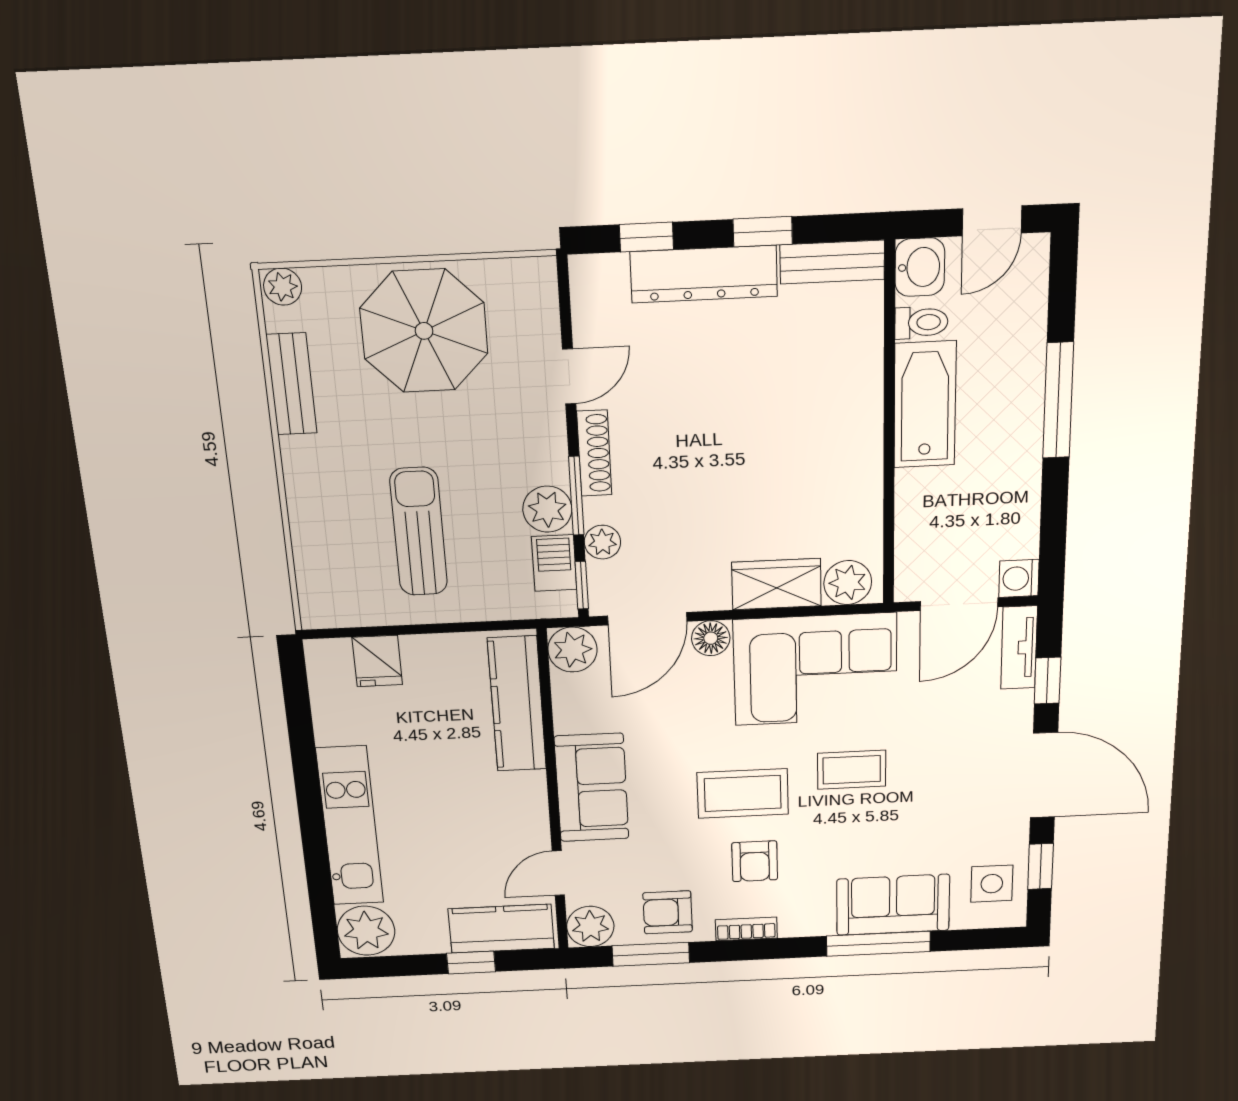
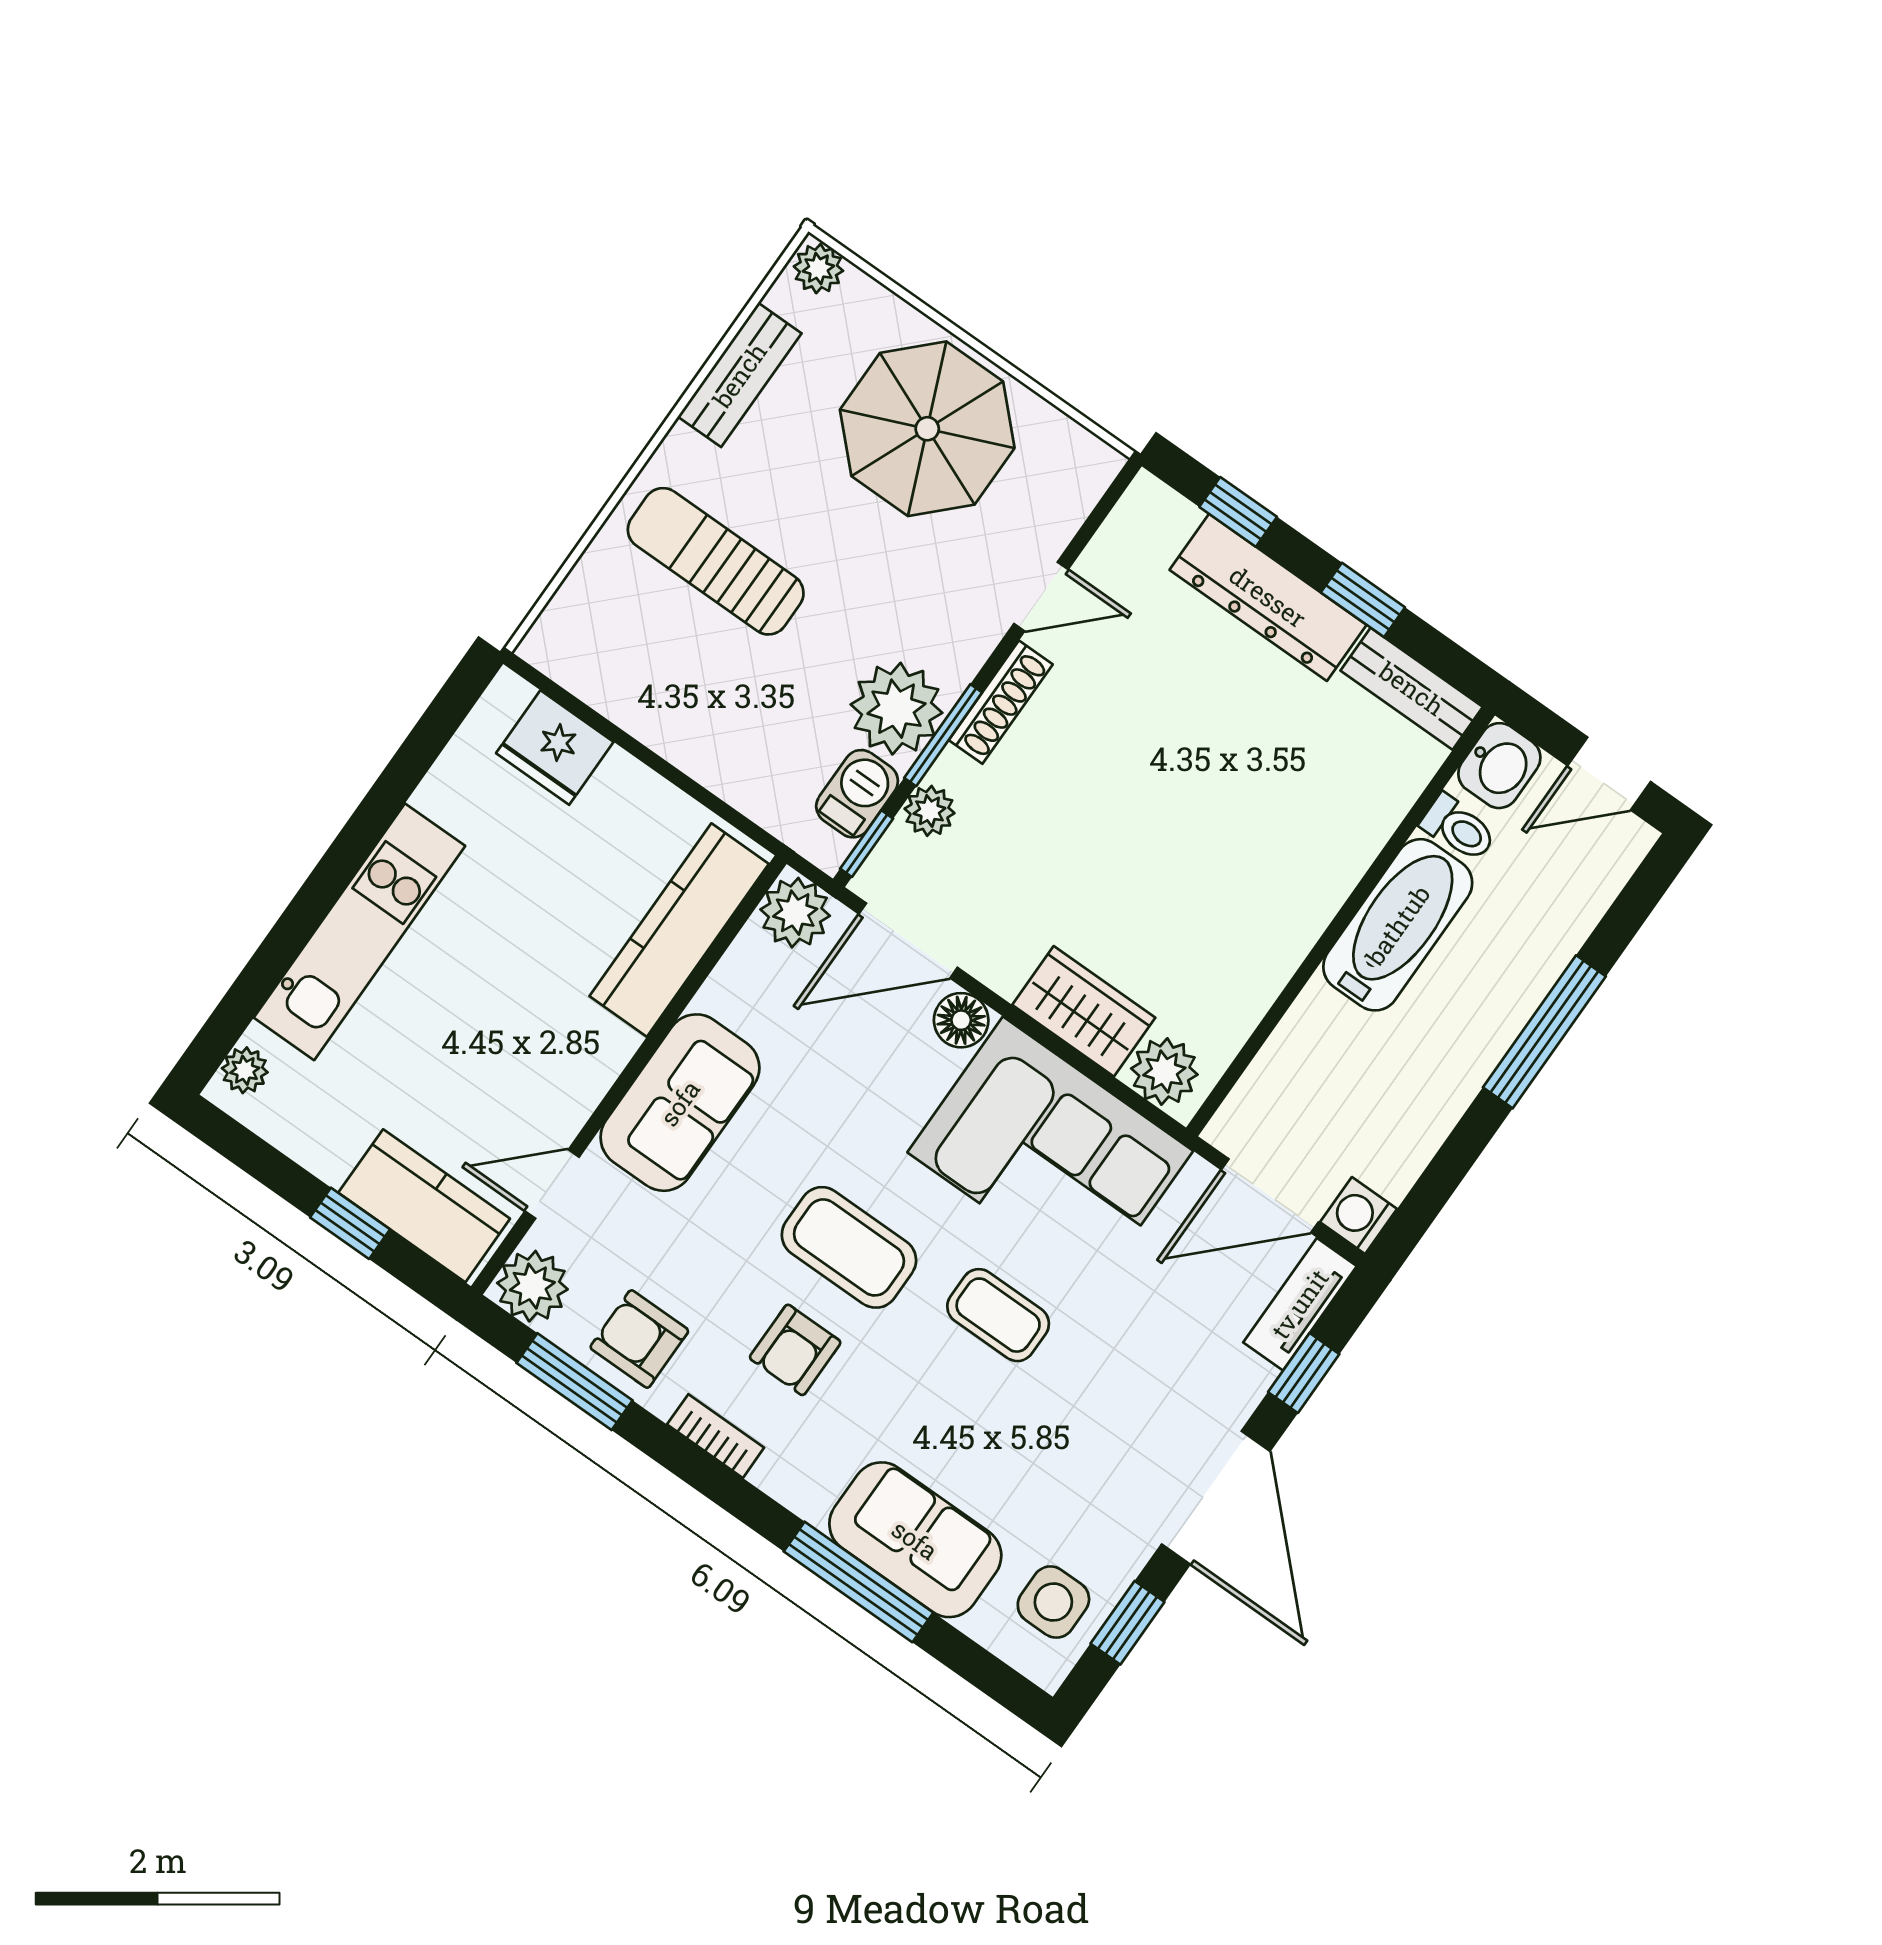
plant: (547, 509) -> (896, 709), width x1.36, depth x1.36
sun lounger: (419, 532) -> (716, 561), moved, turned -90
fridge: (377, 661) -> (555, 748), width x1.38
plant: (366, 931) -> (245, 1070), width x0.53, depth x0.53

